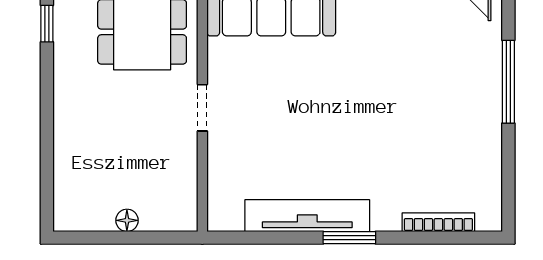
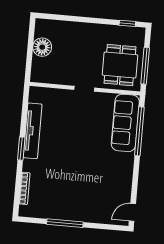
window: (508, 82) -> (65, 223), moved
floor lamp: (127, 220) -> (42, 47), width x1.89, depth x1.89

